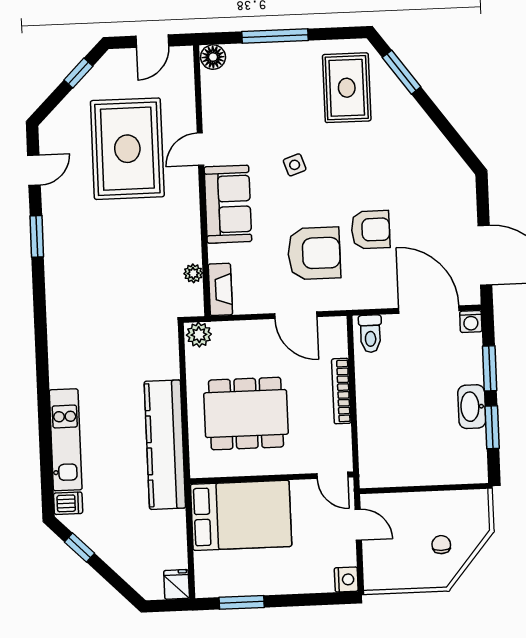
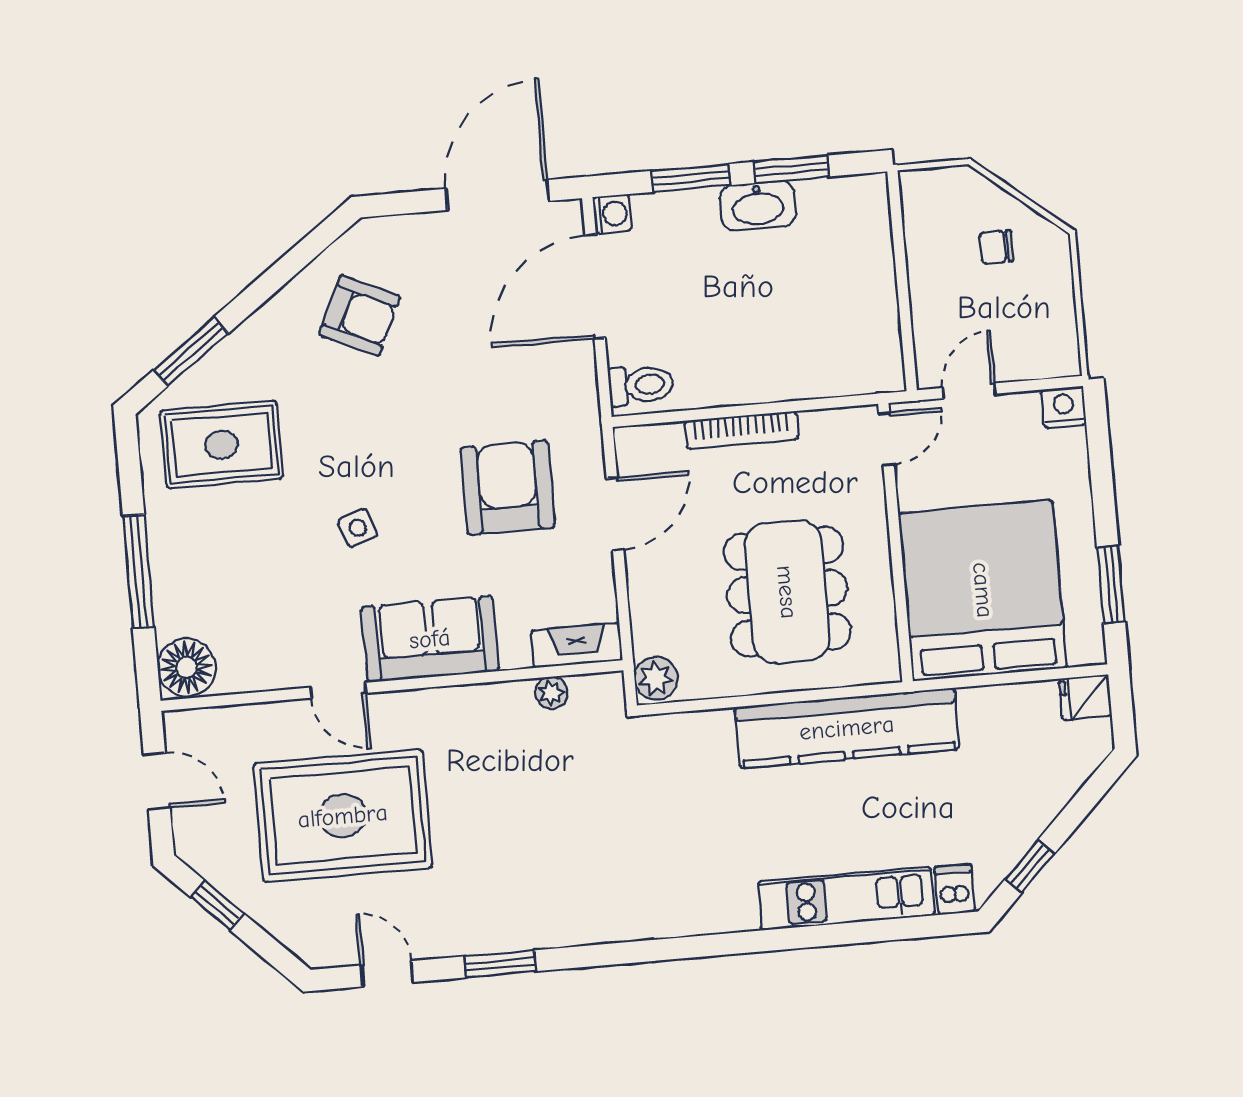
floor lamp: (213, 57) -> (187, 667), width x1.38, depth x1.38
armchair: (371, 230) -> (360, 316), moved, turned 115
bed: (241, 515) -> (983, 590), width x1.36

